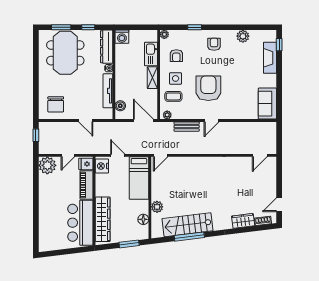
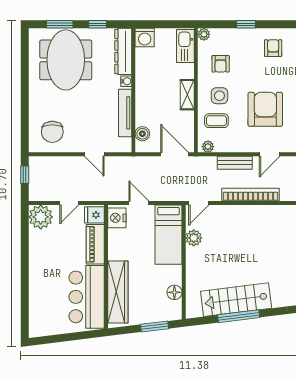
kitchen sink: (151, 54) -> (185, 46), moved
bookcase: (198, 149) -> (251, 195), added
plant: (157, 207) -> (194, 238), moved

